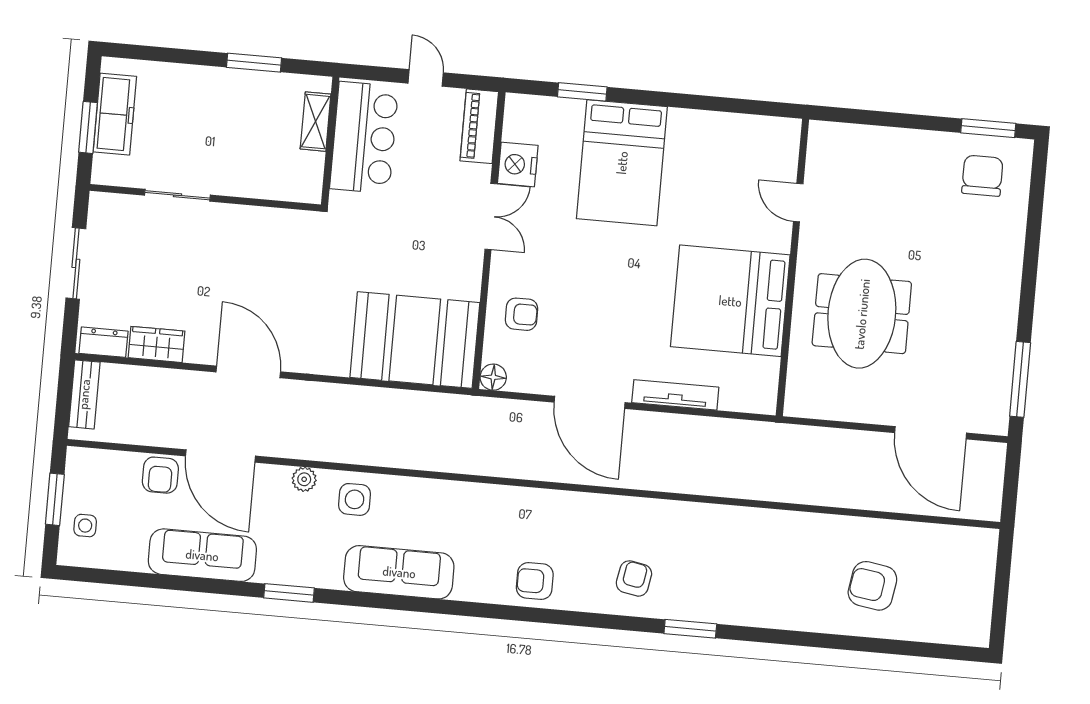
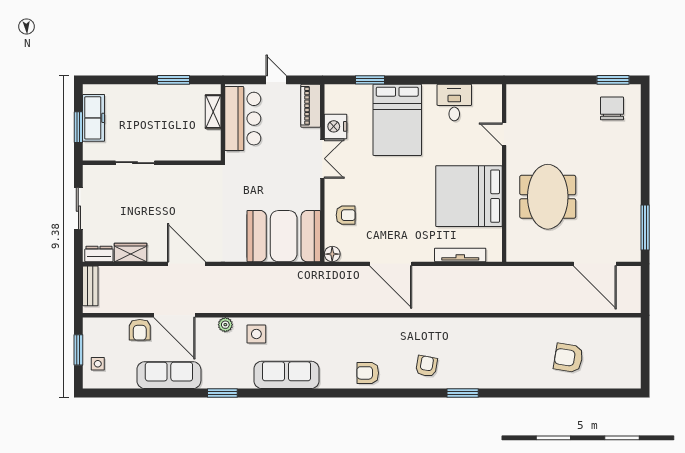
desk: (720, 142) -> (454, 103), added
tv unit: (675, 395) -> (460, 255), moved

